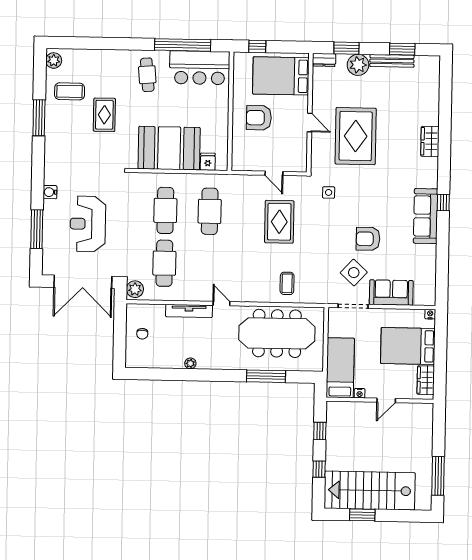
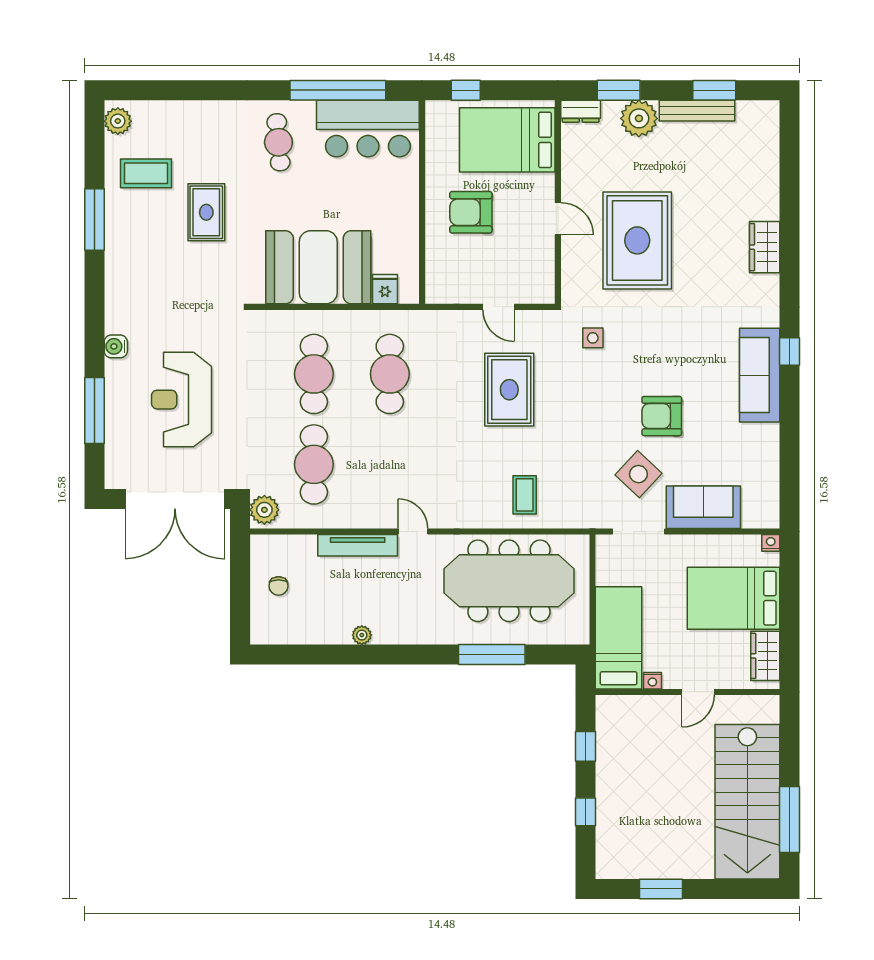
stairs: (370, 491) -> (747, 802), moved, turned -90

